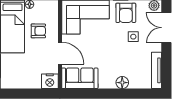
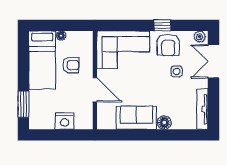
sofa: (80, 78) -> (136, 118), moved
nightstand: (50, 81) -> (64, 121), moved

